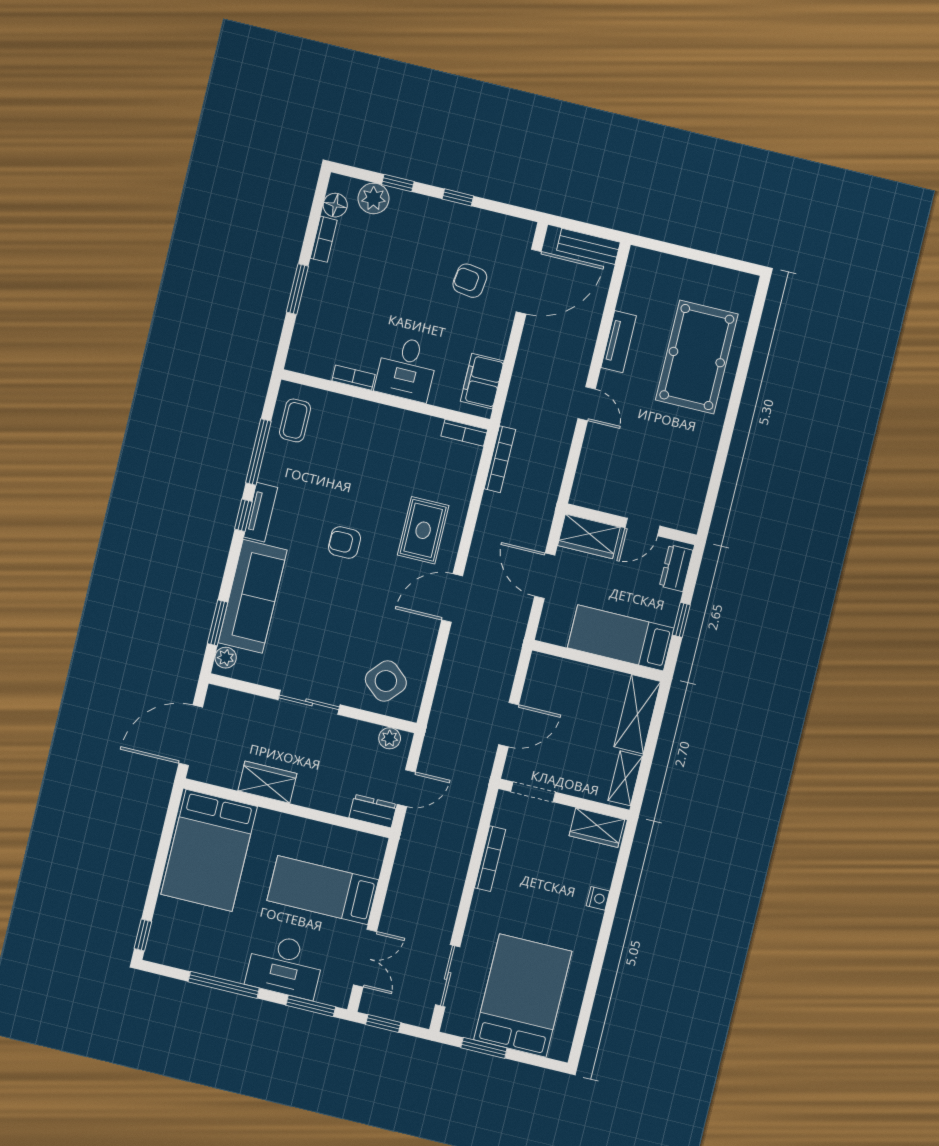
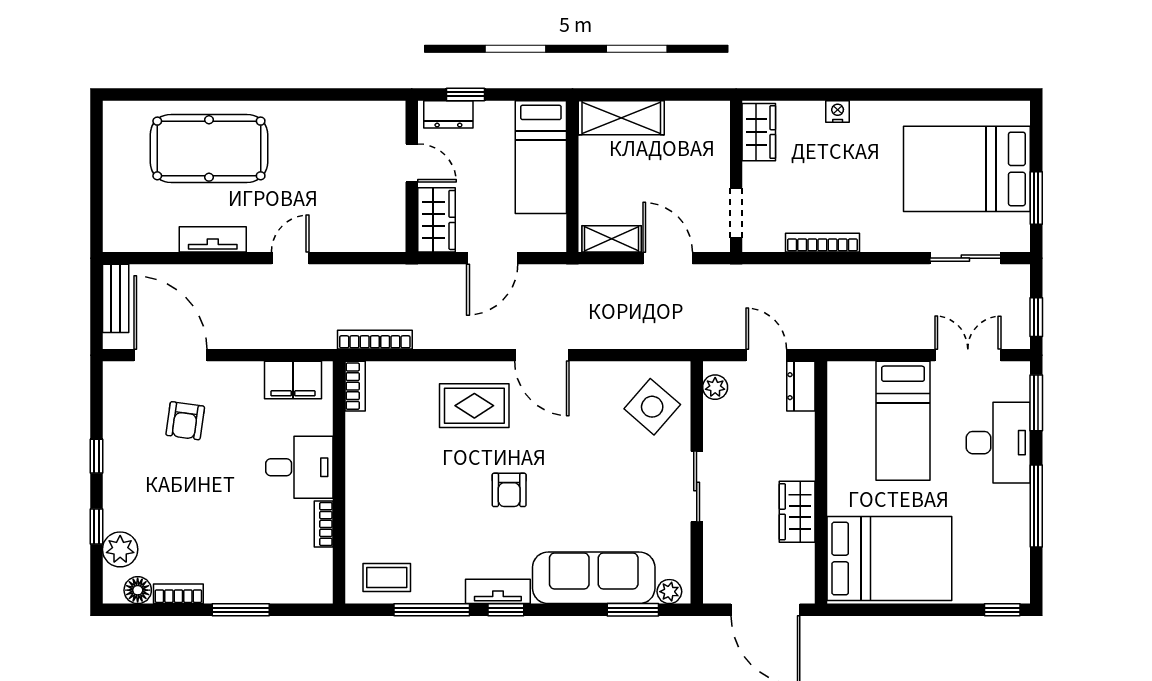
window: (681, 620) -> (466, 94), moved
shelving: (625, 778) -> (612, 239), moved

